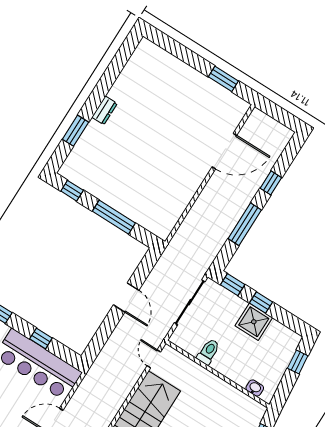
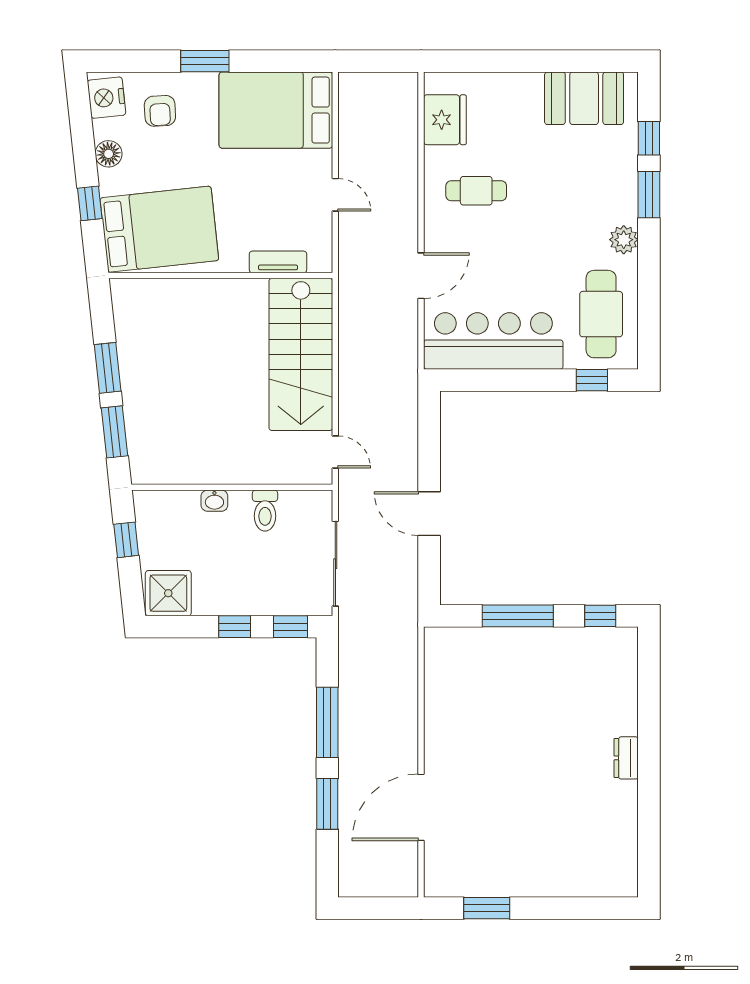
window: (75, 131) -> (649, 703), removed
window: (271, 183) -> (327, 804), width x1.50
shower: (254, 322) -> (168, 593), moved
window: (41, 338) -> (513, 380), removed
window: (298, 362) -> (126, 540), moved
washbasin: (255, 388) -> (214, 501), moved

